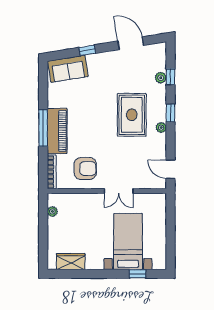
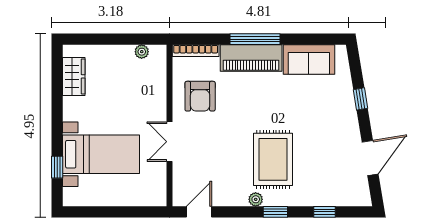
sofa: (68, 69) -> (309, 60), moved, turned -81
plant: (161, 78) -> (323, 199), removed
rug: (132, 115) -> (273, 159), turned 90

